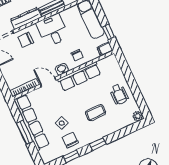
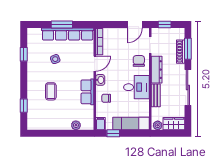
row of seats: (79, 76) -> (87, 92), width x0.68
wheelchair: (119, 94) -> (57, 118), removed
plant: (138, 116) -> (76, 125), moved
chair: (70, 140) -> (38, 60), removed
window: (98, 144) -> (24, 106), moved

